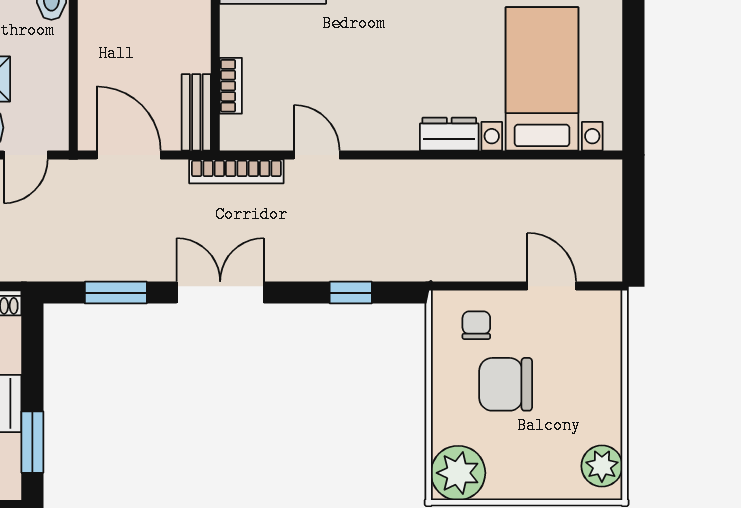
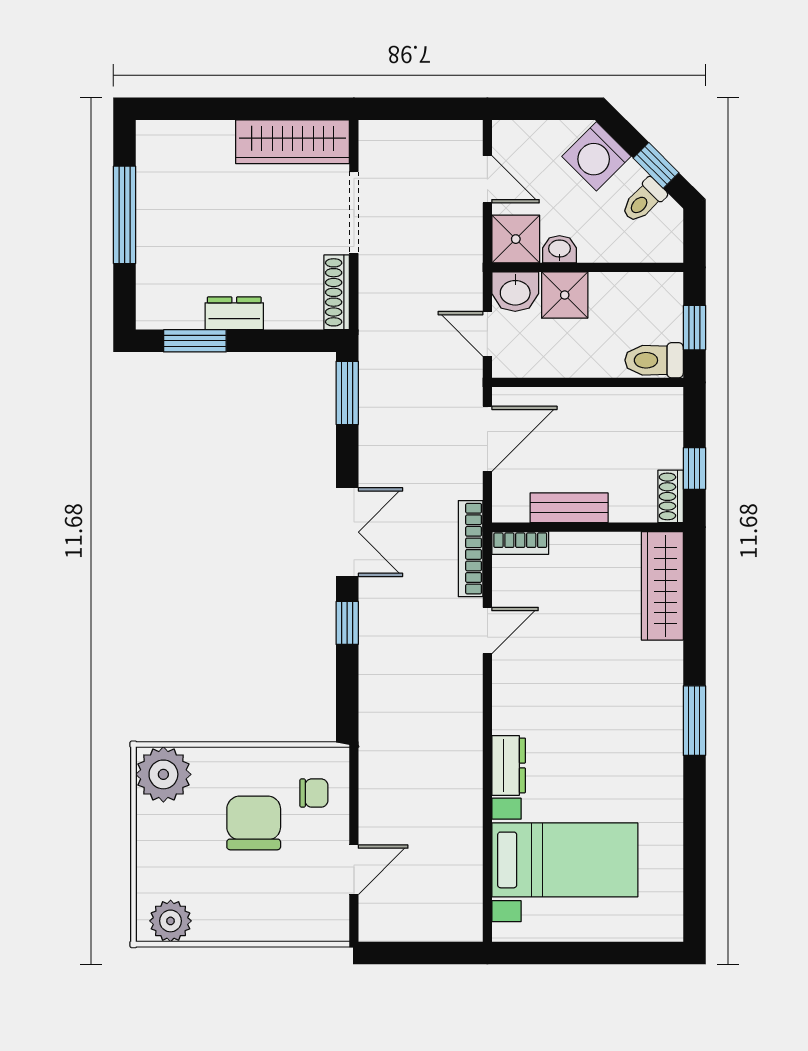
bookcase: (231, 86) -> (520, 543), moved
bench: (196, 112) -> (569, 508), moved
window: (116, 293) -> (347, 393), moved
window: (351, 293) -> (347, 623), moved

